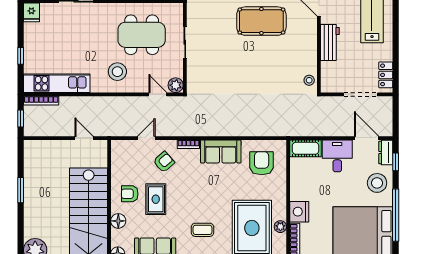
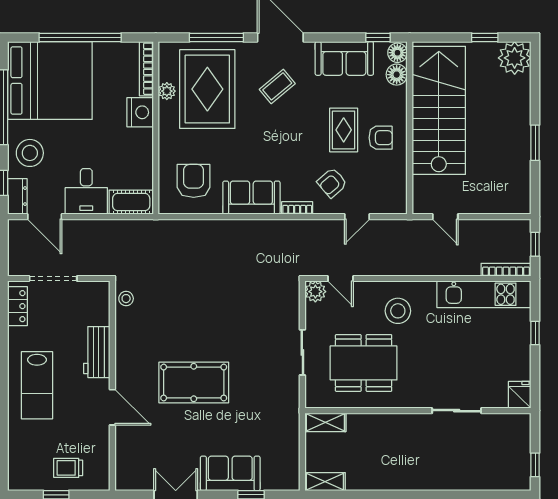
armchair: (262, 163) -> (194, 181), turned 180
floor lamp: (118, 221) -> (397, 75), moved
coffee table: (202, 230) -> (277, 86), turned -40

